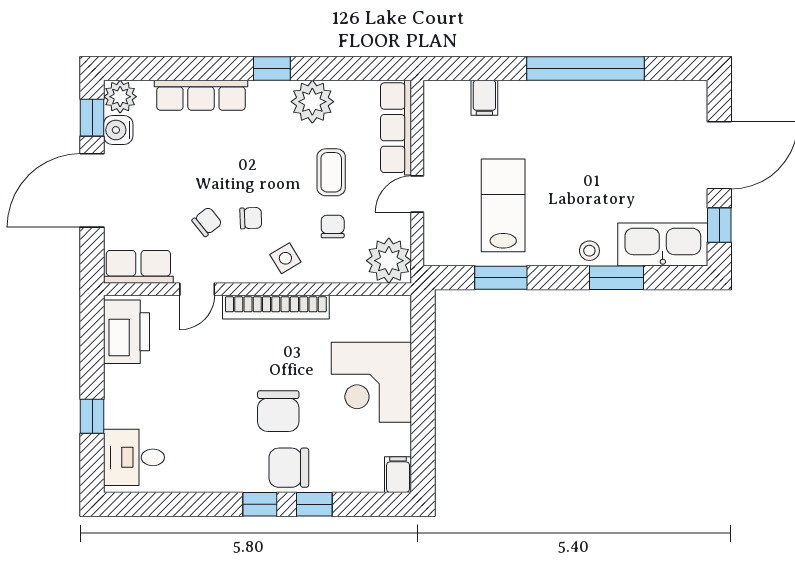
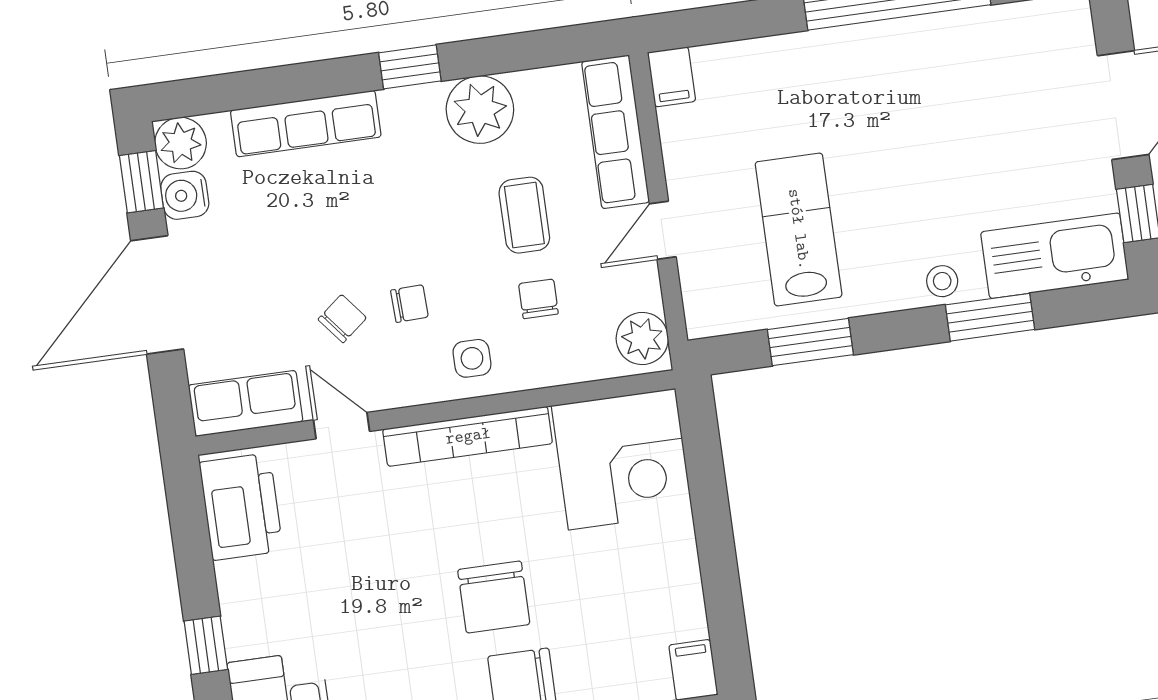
filing cabinet: (484, 98) -> (672, 77), moved
side table: (285, 258) -> (472, 358), turned 31
plant: (389, 261) -> (642, 339), width x0.73, depth x0.73
door: (197, 289) -> (342, 426), swing flipped
corner desk: (371, 382) -> (622, 459), moved, turned -90

